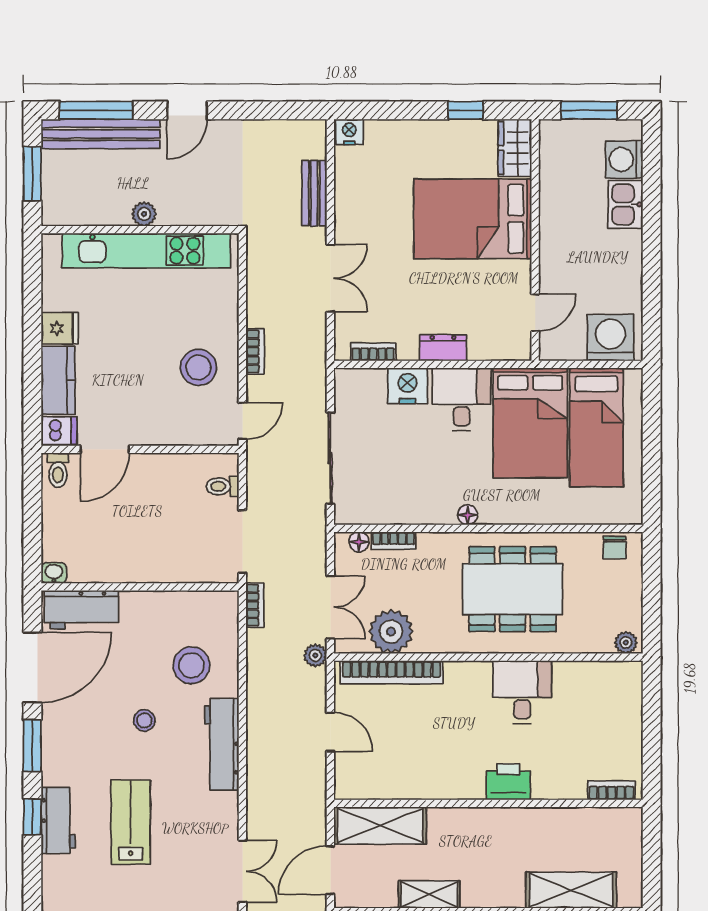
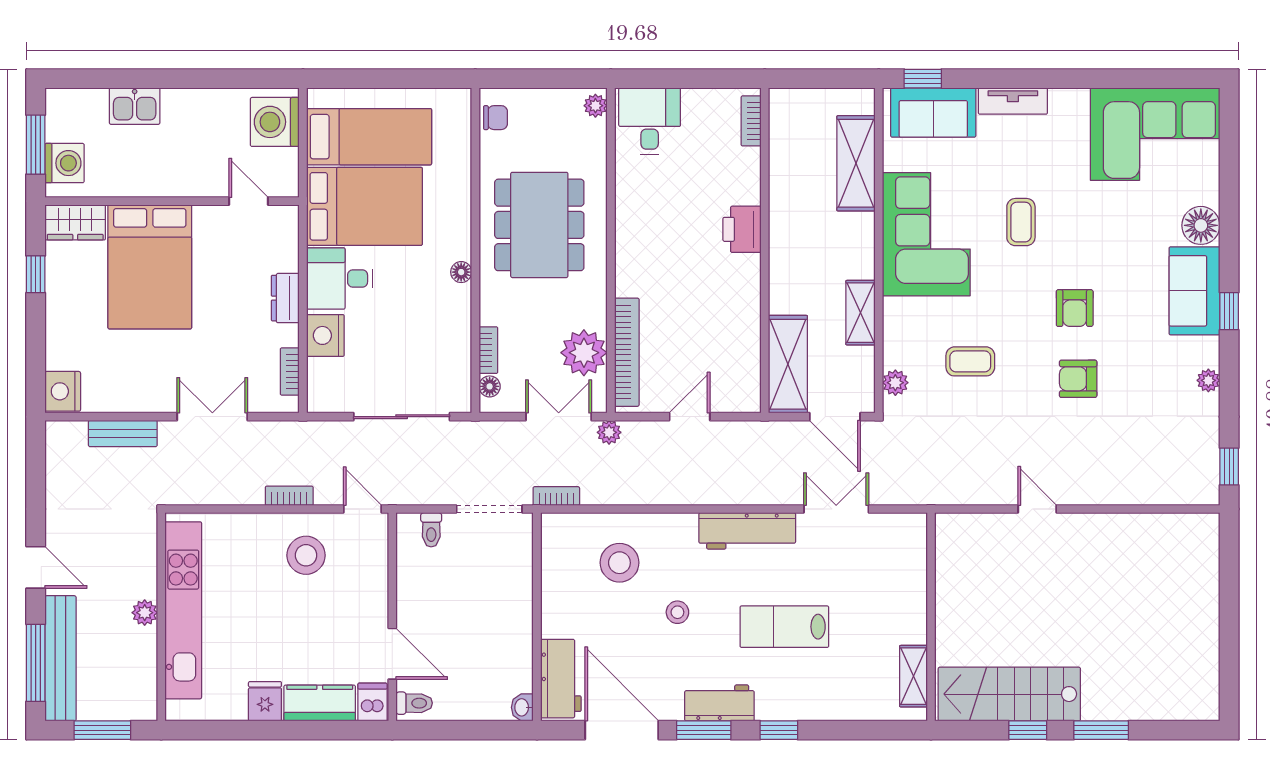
nightstand: (349, 132) -> (63, 391), width x1.36, depth x1.33
washing machine: (624, 159) -> (65, 163), moved, turned -90
desk: (522, 692) -> (650, 121), moved, turned 90
workbench: (222, 744) -> (747, 531), moved
workbench: (58, 820) -> (719, 703), moved

